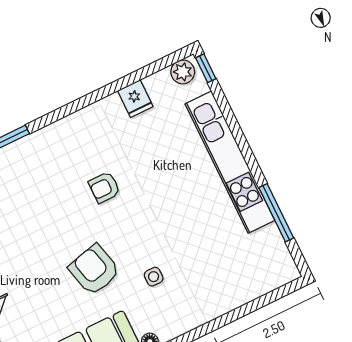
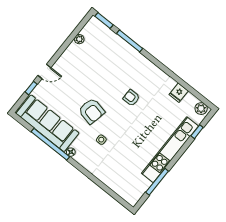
window: (206, 68) -> (197, 132), moved
armchair: (94, 270) -> (92, 111), turned 116

